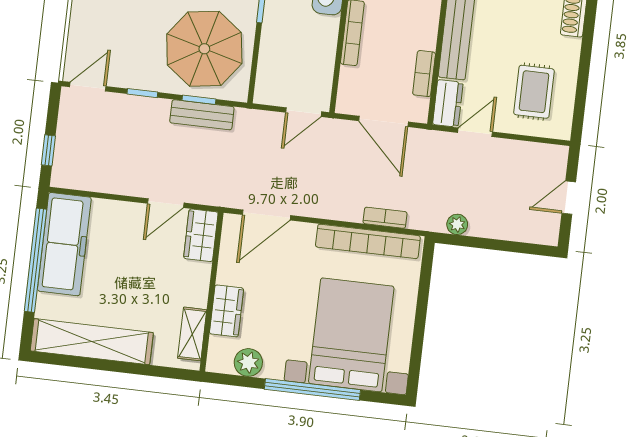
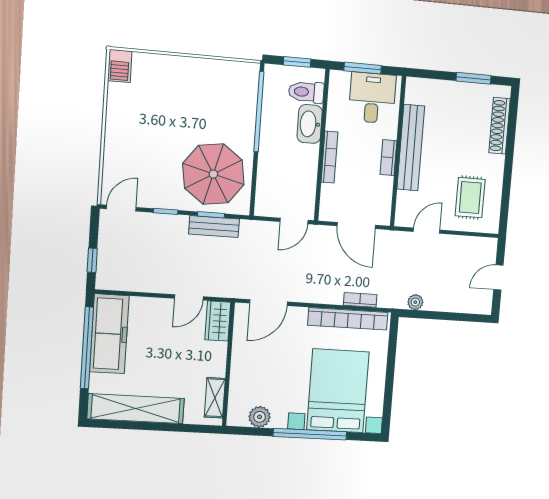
bookcase: (424, 74) -> (388, 158), moved
dresser: (448, 103) -> (405, 209), removed
wardrobe: (227, 311) -> (241, 378), removed

